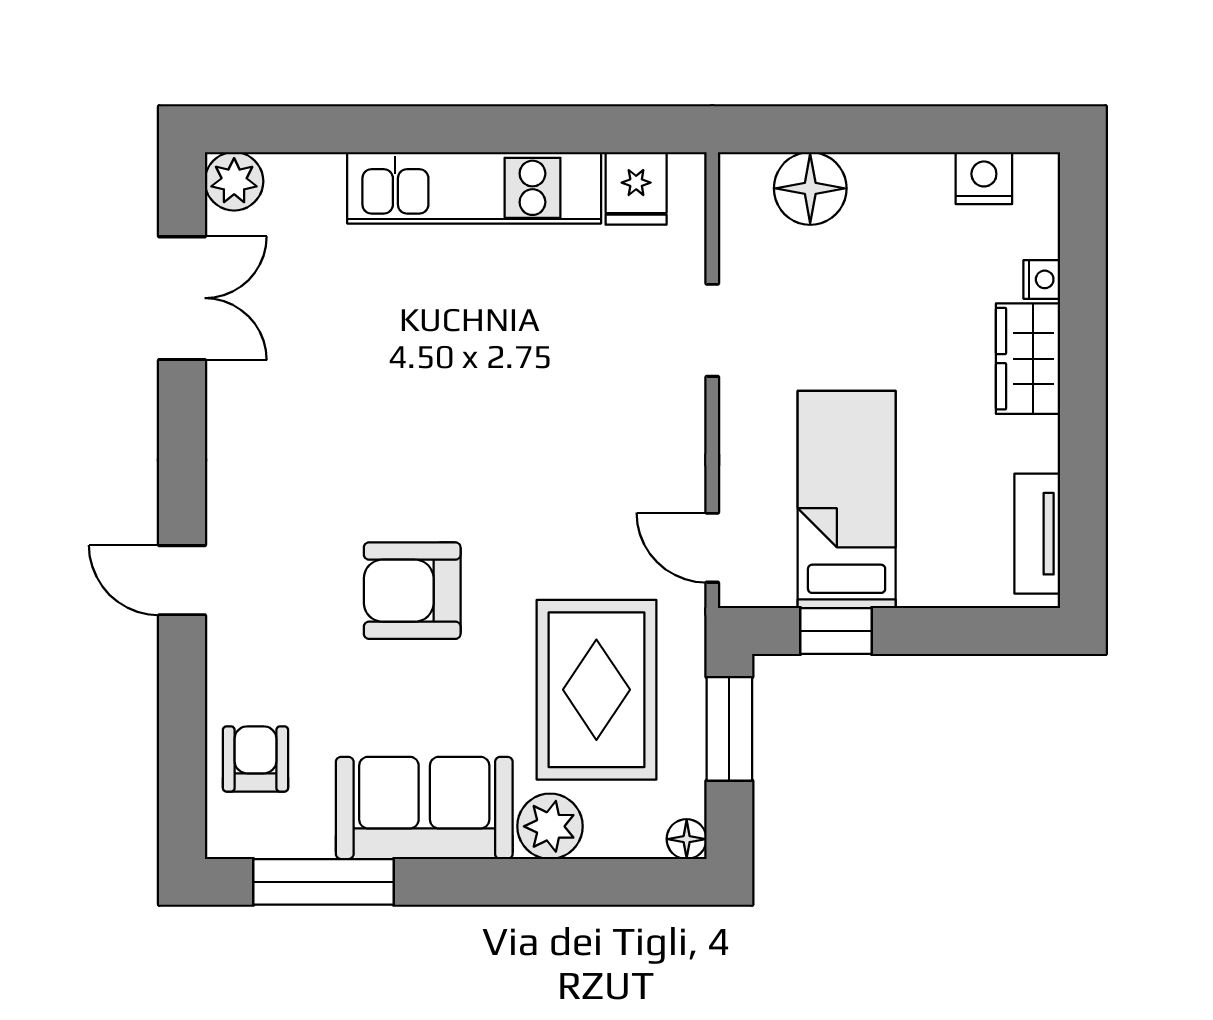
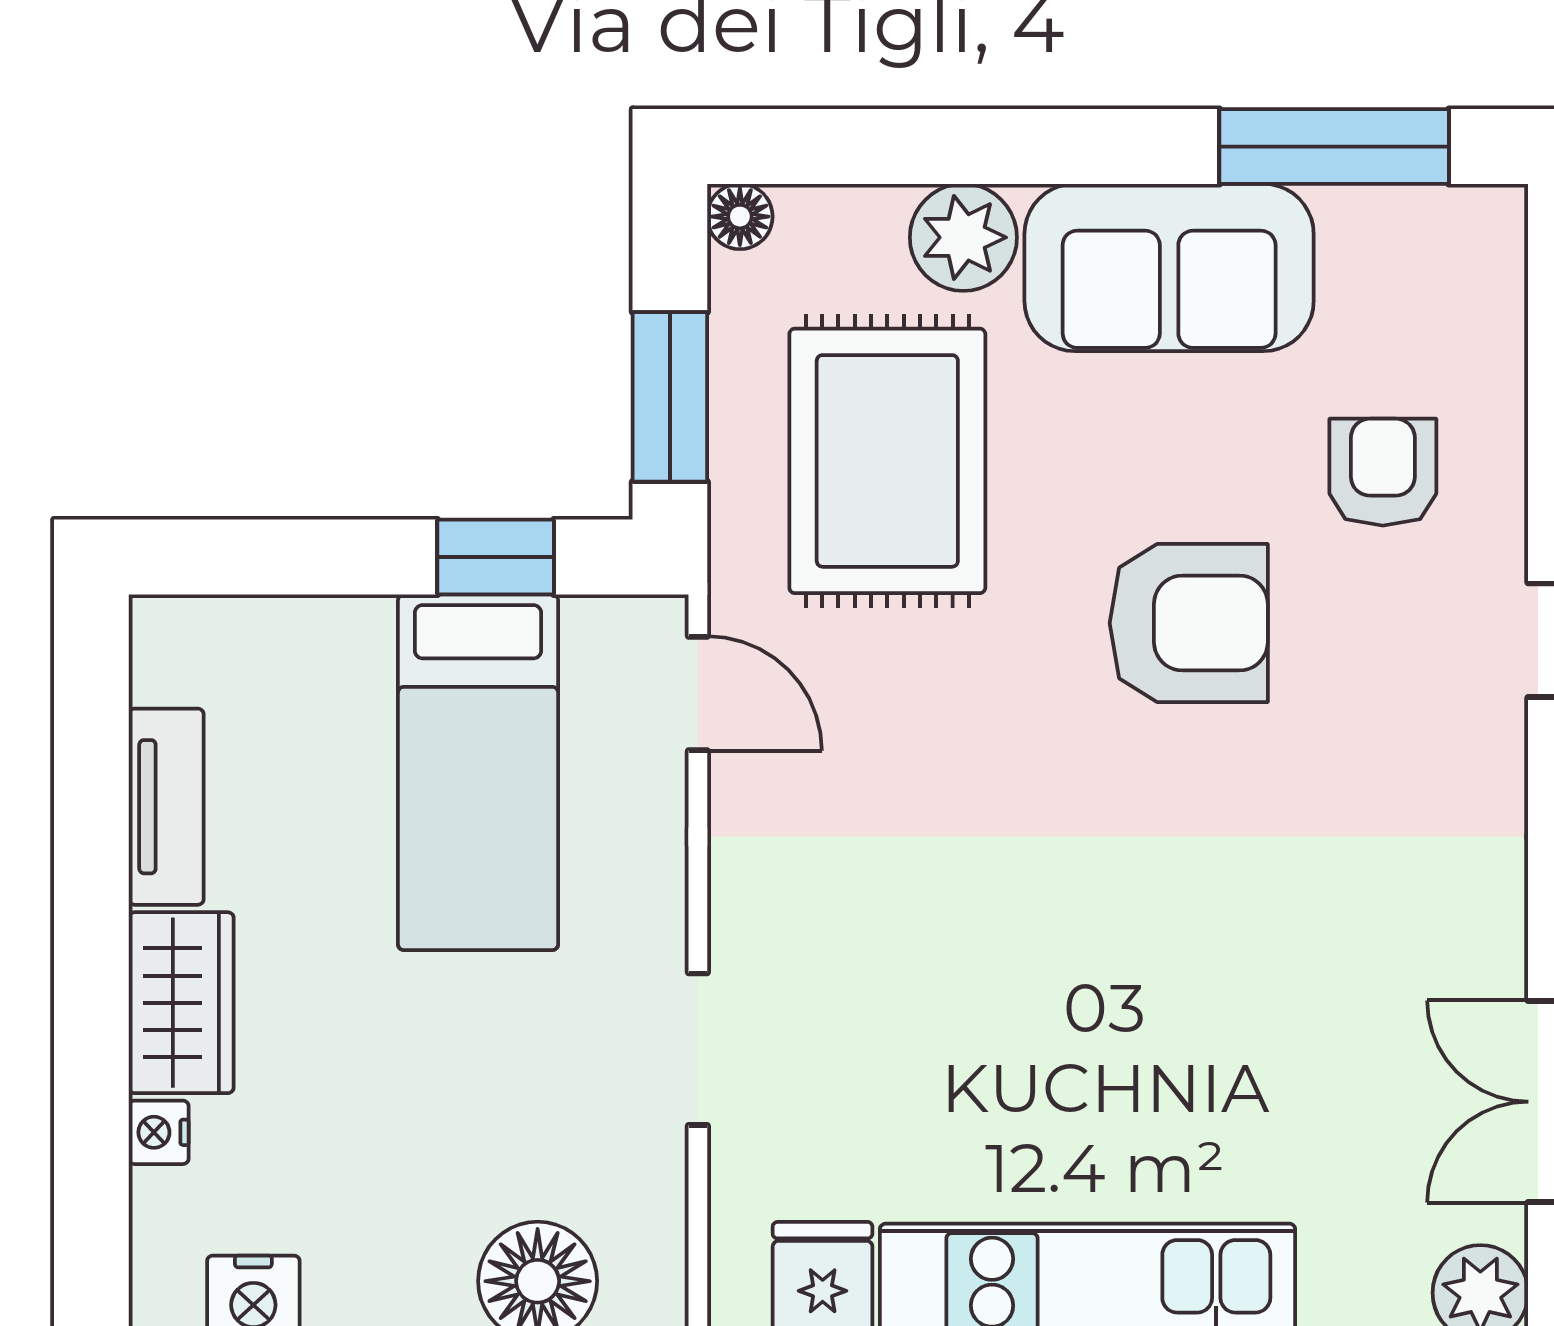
tv unit: (1037, 534) -> (166, 807), moved
armchair: (255, 759) -> (1383, 472), moved, turned 180

